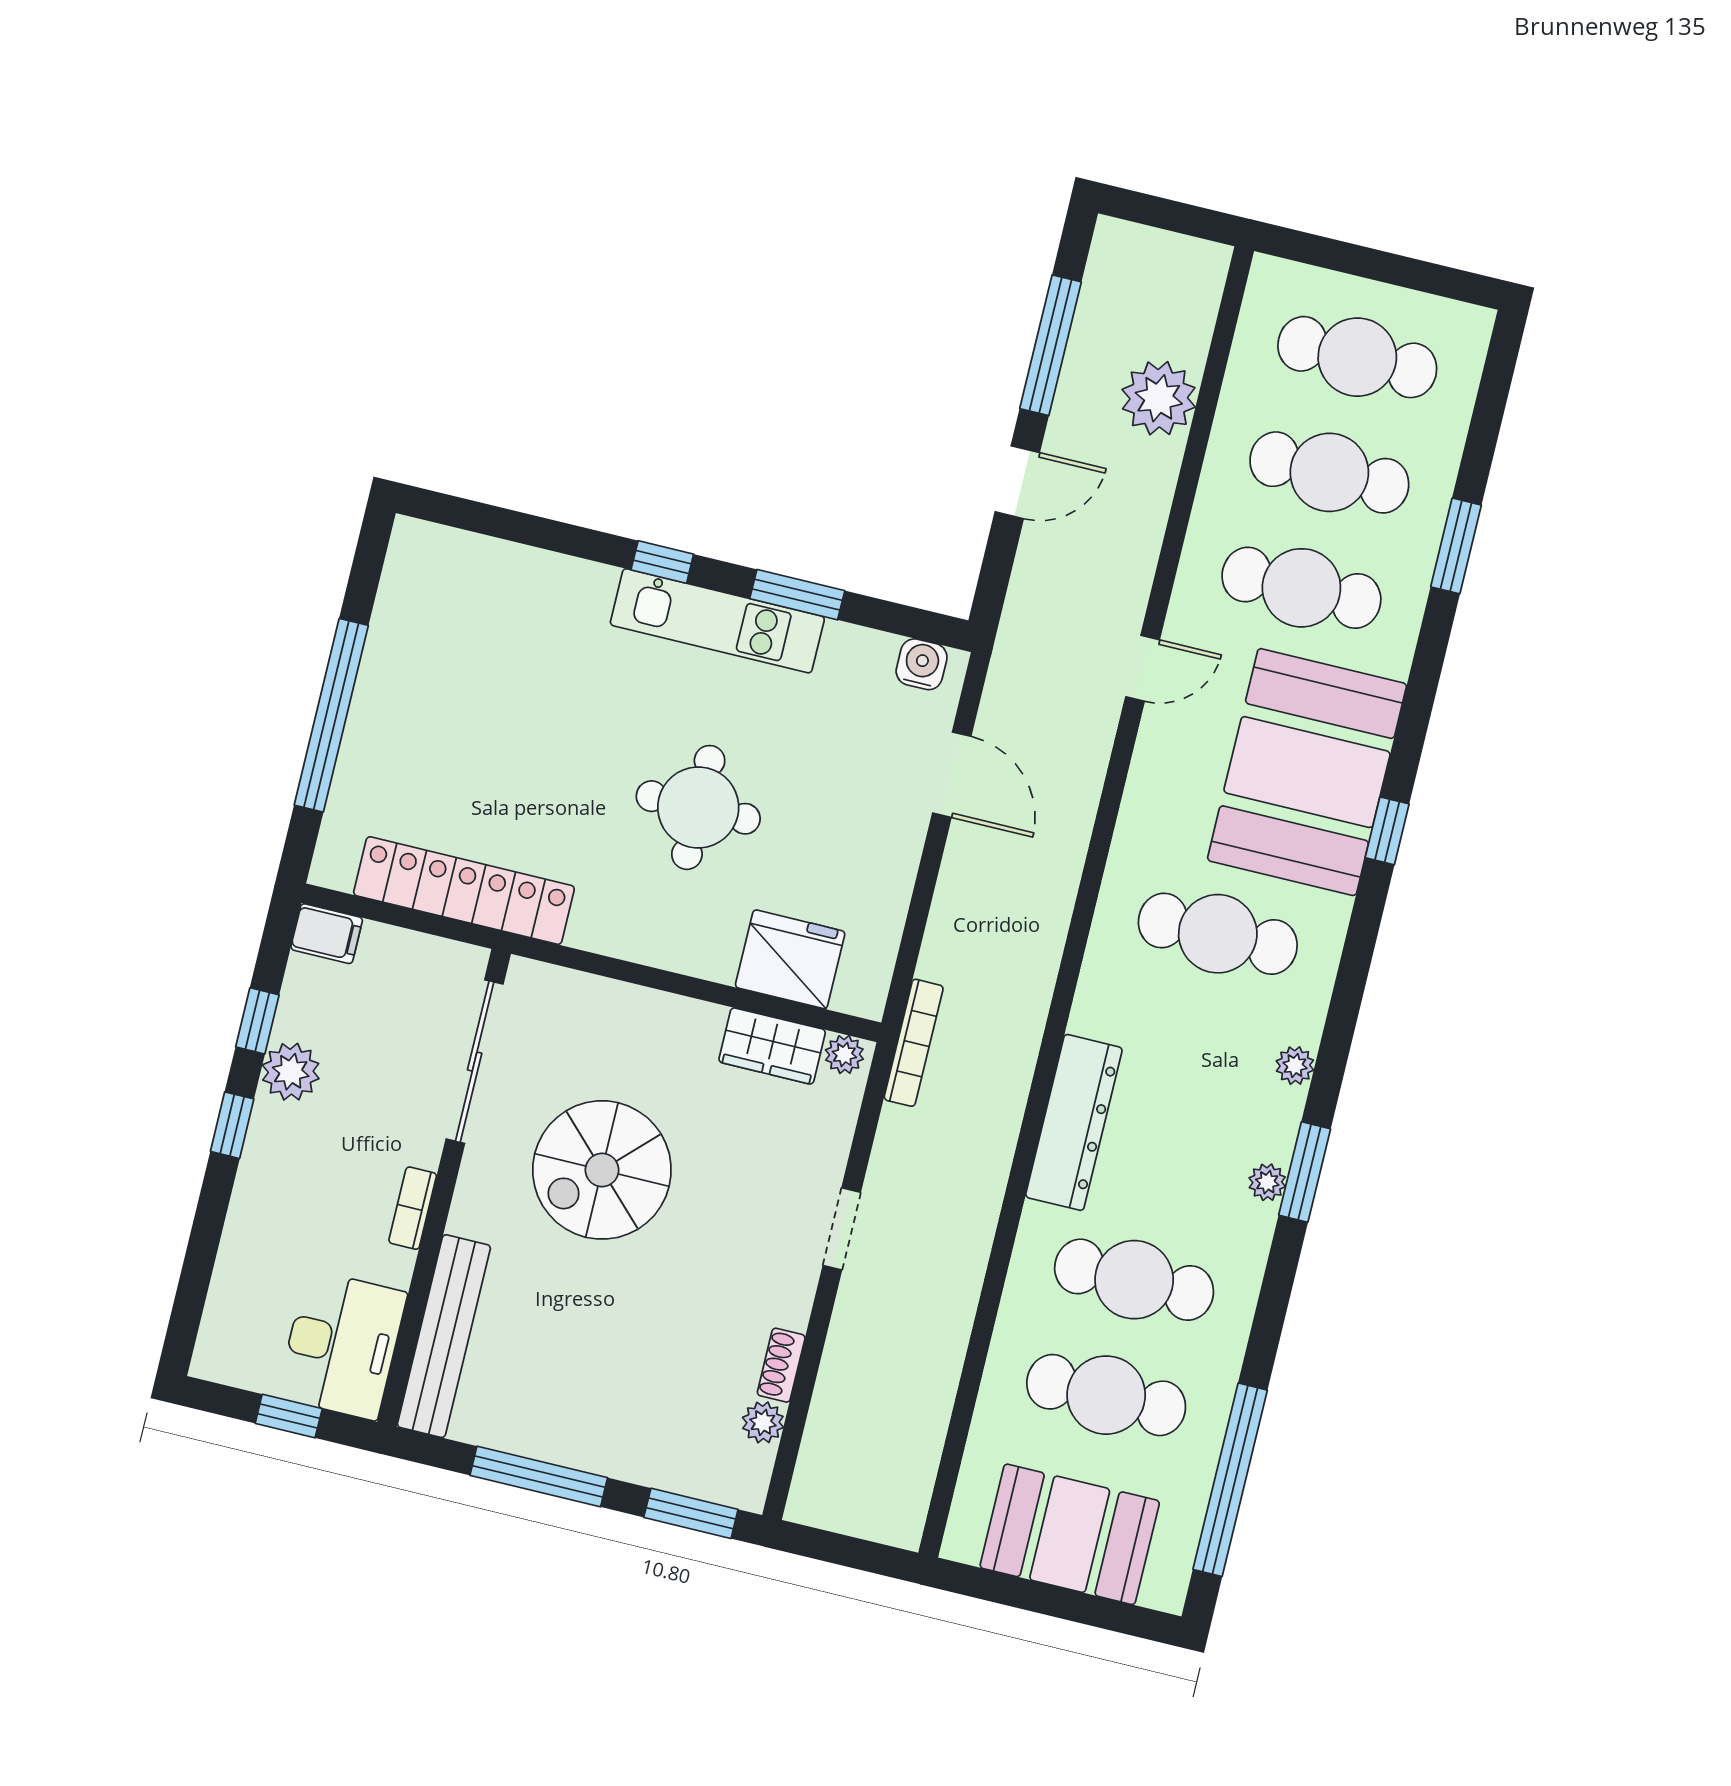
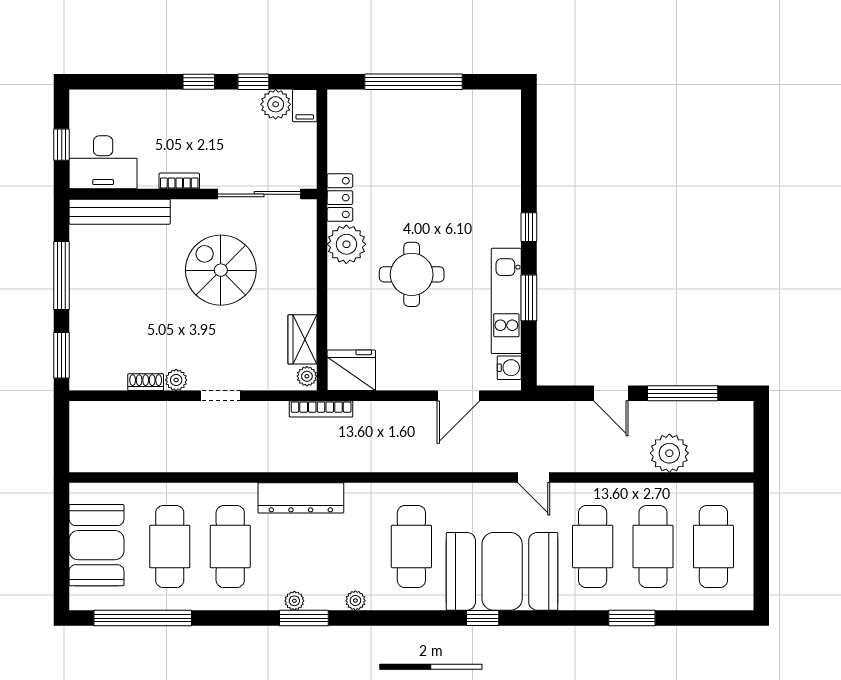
kitchen unit: (717, 621) -> (506, 301), moved
locker: (464, 891) -> (340, 198), width x0.46, depth x0.83
plant: (611, 918) -> (346, 244), added
fridge: (790, 959) -> (351, 370), moved, turned -90
plant: (291, 1072) -> (276, 104), moved
plant: (763, 1422) -> (176, 380), moved

